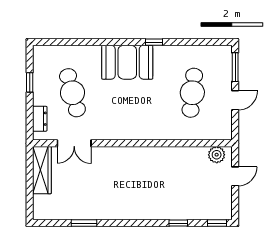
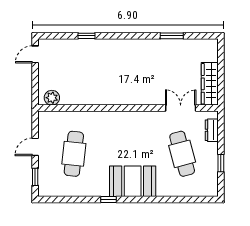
window: (235, 67) -> (35, 177), width x0.67
door: (235, 176) -> (35, 54), moved
window: (217, 223) -> (51, 36), removed

